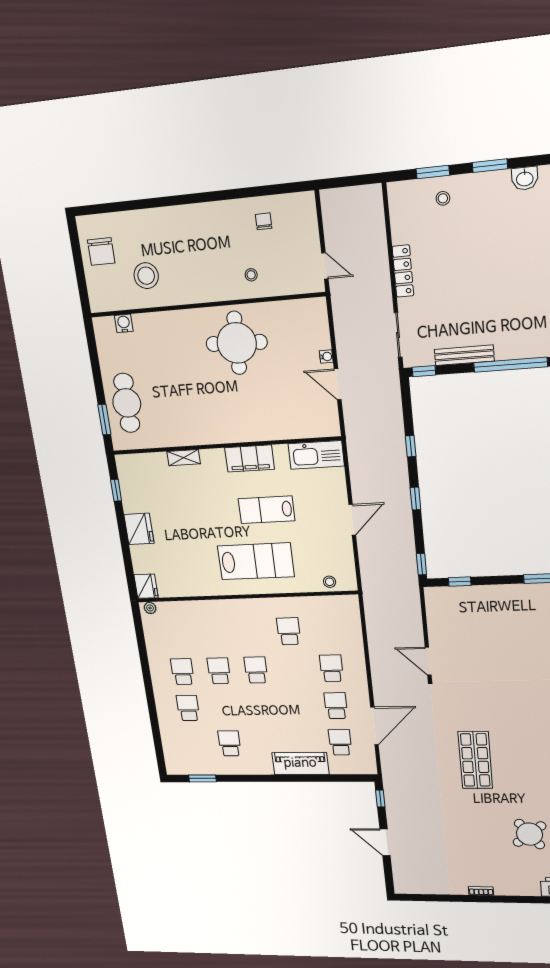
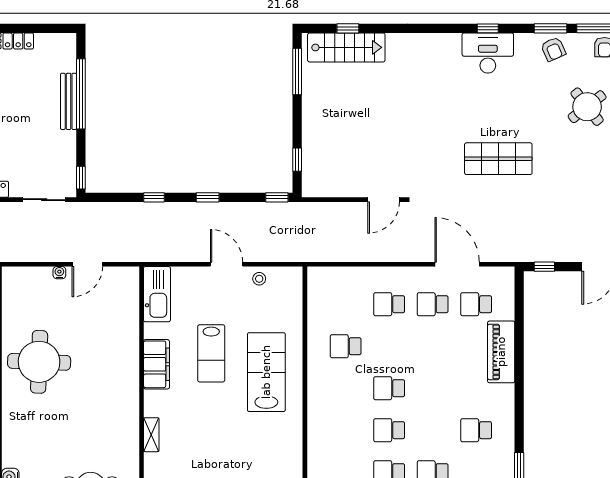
bench: (464, 355) -> (69, 101), moved
stool: (330, 582) -> (259, 279), moved

